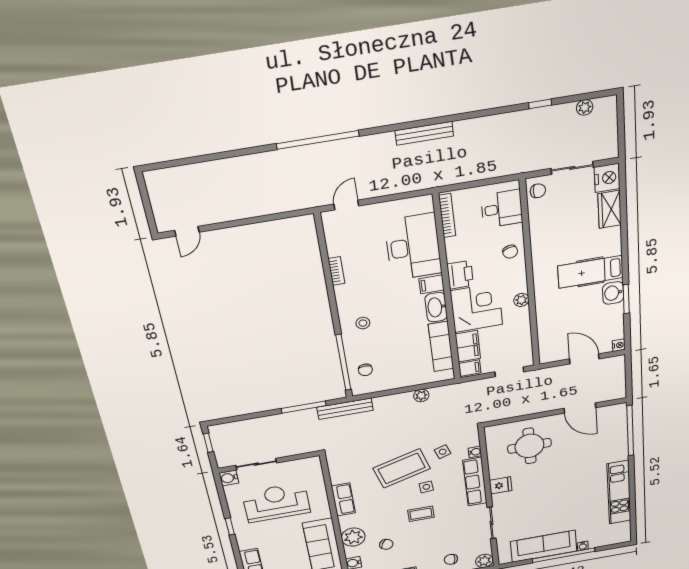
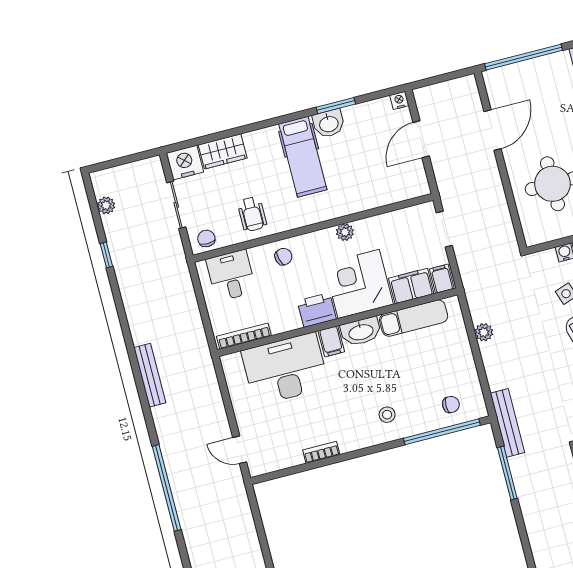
wheelchair: (551, 229) -> (252, 214), added

